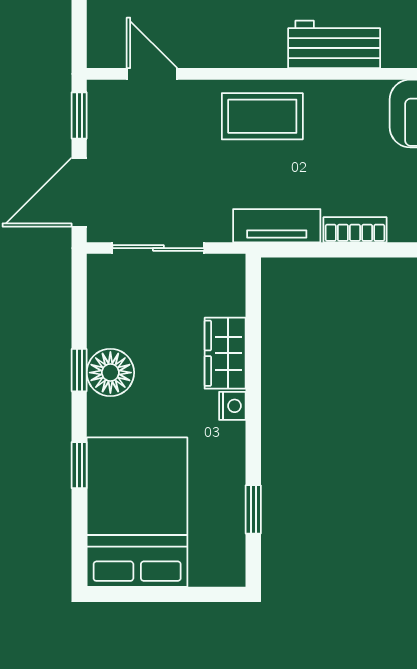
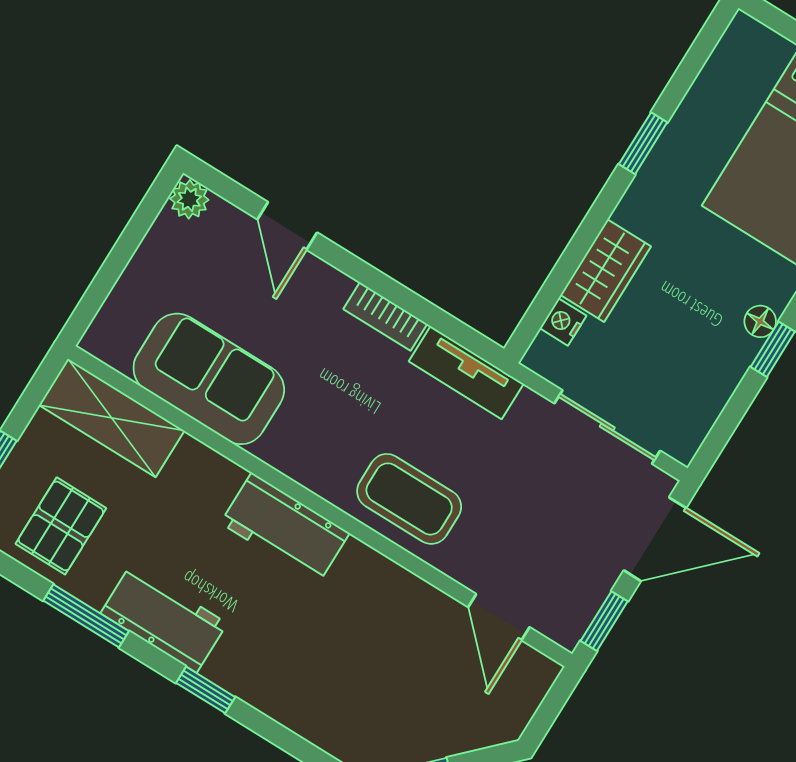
floor lamp: (110, 373) -> (760, 321), width x0.53, depth x0.53
nightstand: (232, 406) -> (563, 322), moved
window: (253, 509) -> (643, 143), moved

